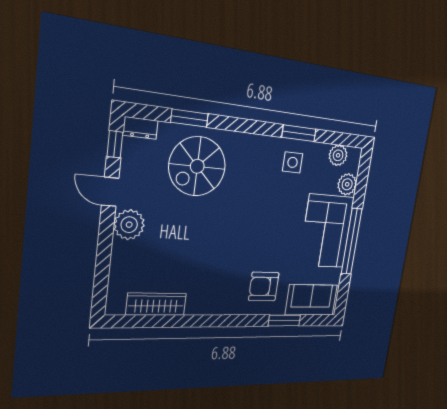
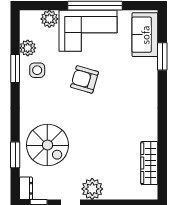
plant: (338, 155) -> (28, 48), moved
armchair: (264, 287) -> (84, 79), moved, turned 106

